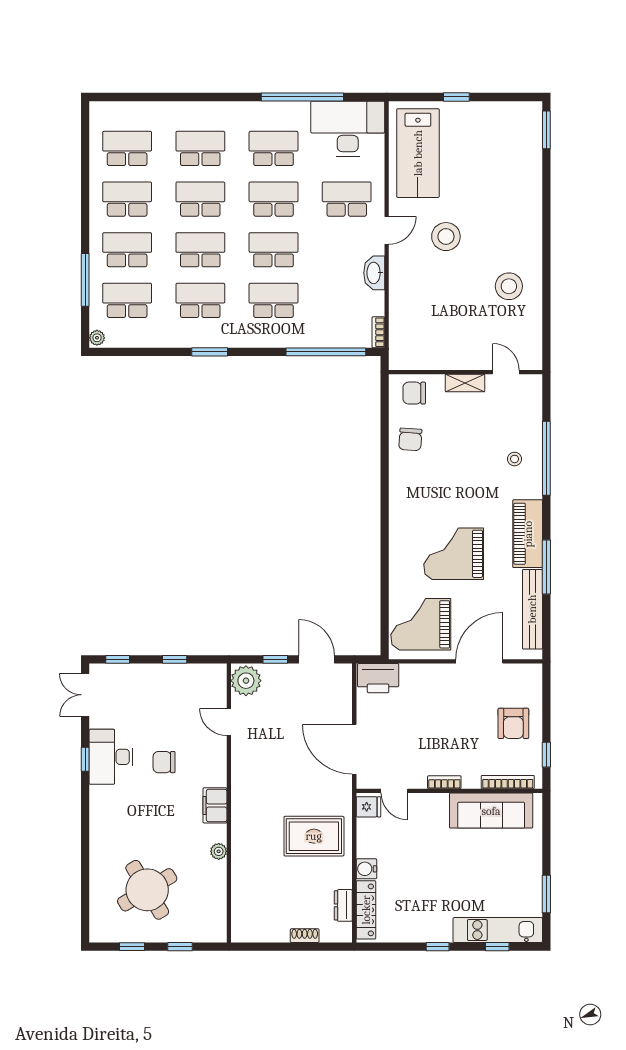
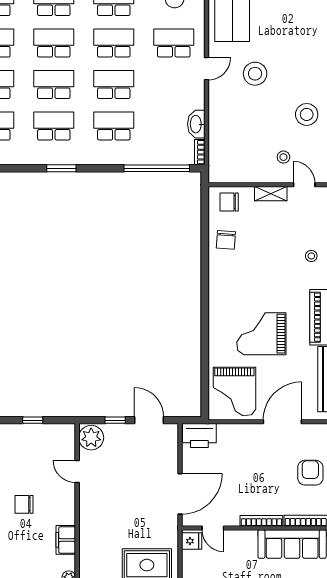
washbasin: (374, 273) -> (196, 124), moved
stool: (481, 338) -> (283, 157), added
grand piano: (421, 624) -> (234, 391), turned -90
armchair: (513, 723) -> (310, 473), turned 180
door: (354, 749) -> (180, 494), swing flipped
bookcase: (444, 782) -> (261, 521), width x1.56

